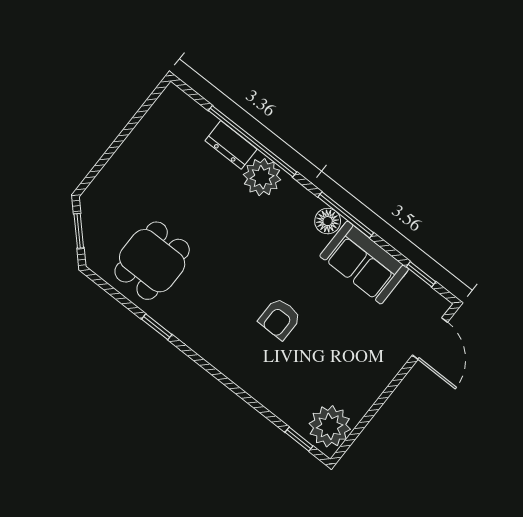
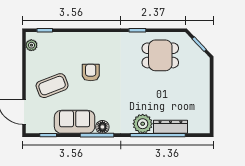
dresser: (231, 145) -> (170, 127), width x1.44
dining table: (152, 261) -> (160, 55), turned 90
coffee table: (355, 346) -> (52, 86), added
plant: (330, 426) -> (31, 45), width x0.53, depth x0.53

